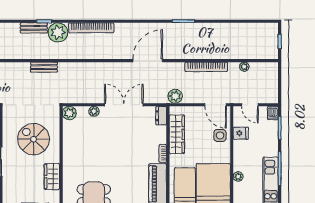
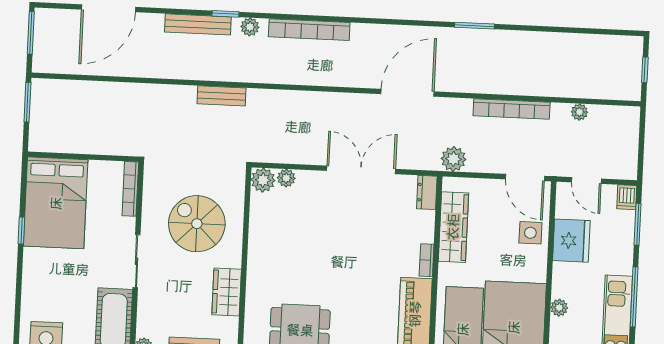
bench: (34, 28) -> (198, 24), width x1.36
plant: (58, 32) -> (250, 27), width x0.53, depth x0.53
plant: (94, 111) -> (286, 178), moved
fridge: (241, 133) -> (571, 241), width x1.88, depth x1.34

